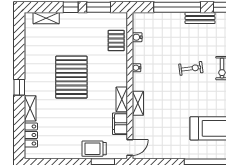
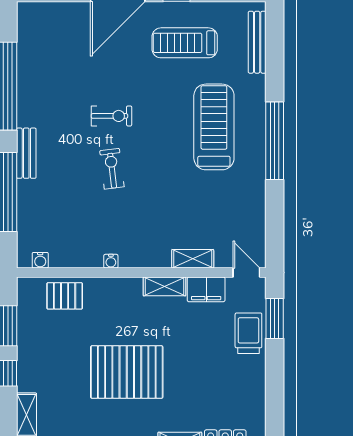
water cooler: (137, 37) -> (40, 260), moved
shelving: (138, 103) -> (193, 259), moved
trolley: (94, 149) -> (248, 333), turned 180

